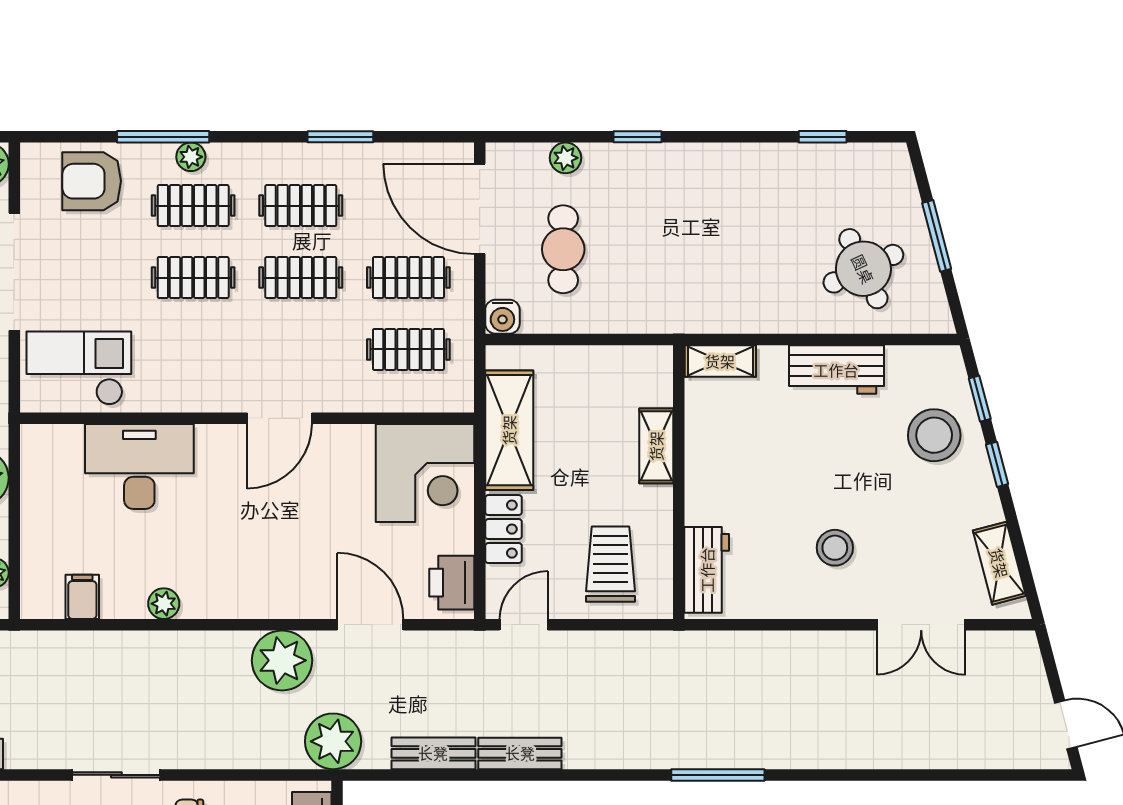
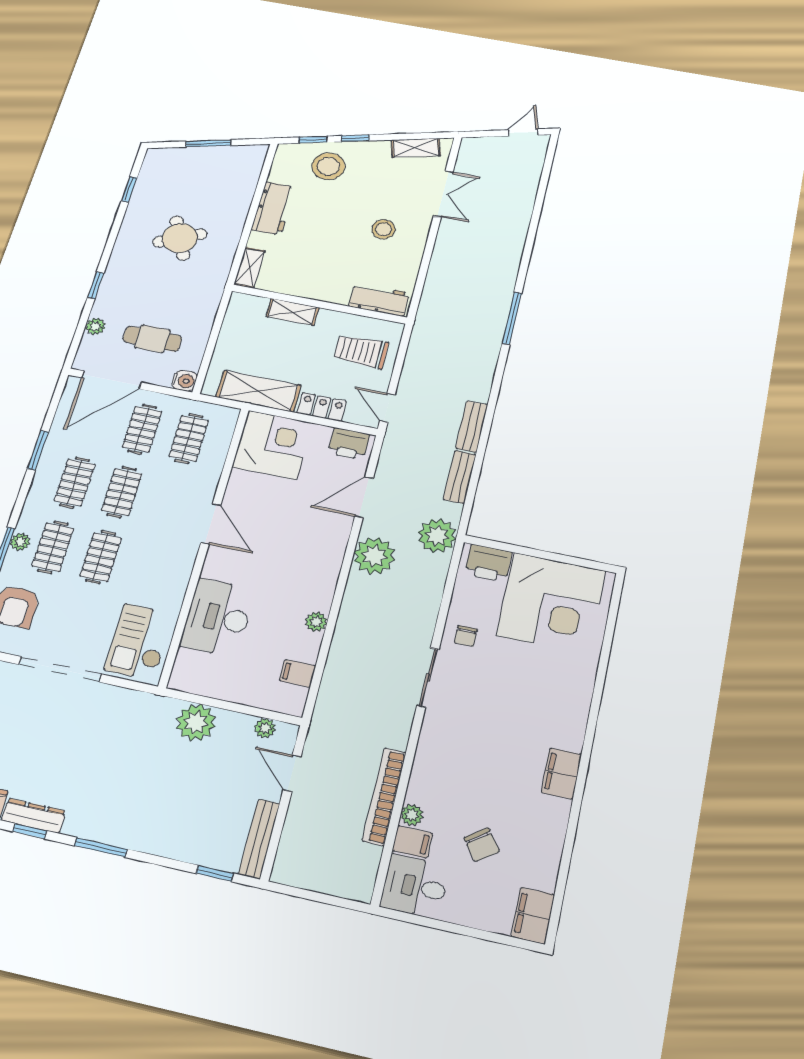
round table: (863, 269) -> (180, 238), moved

